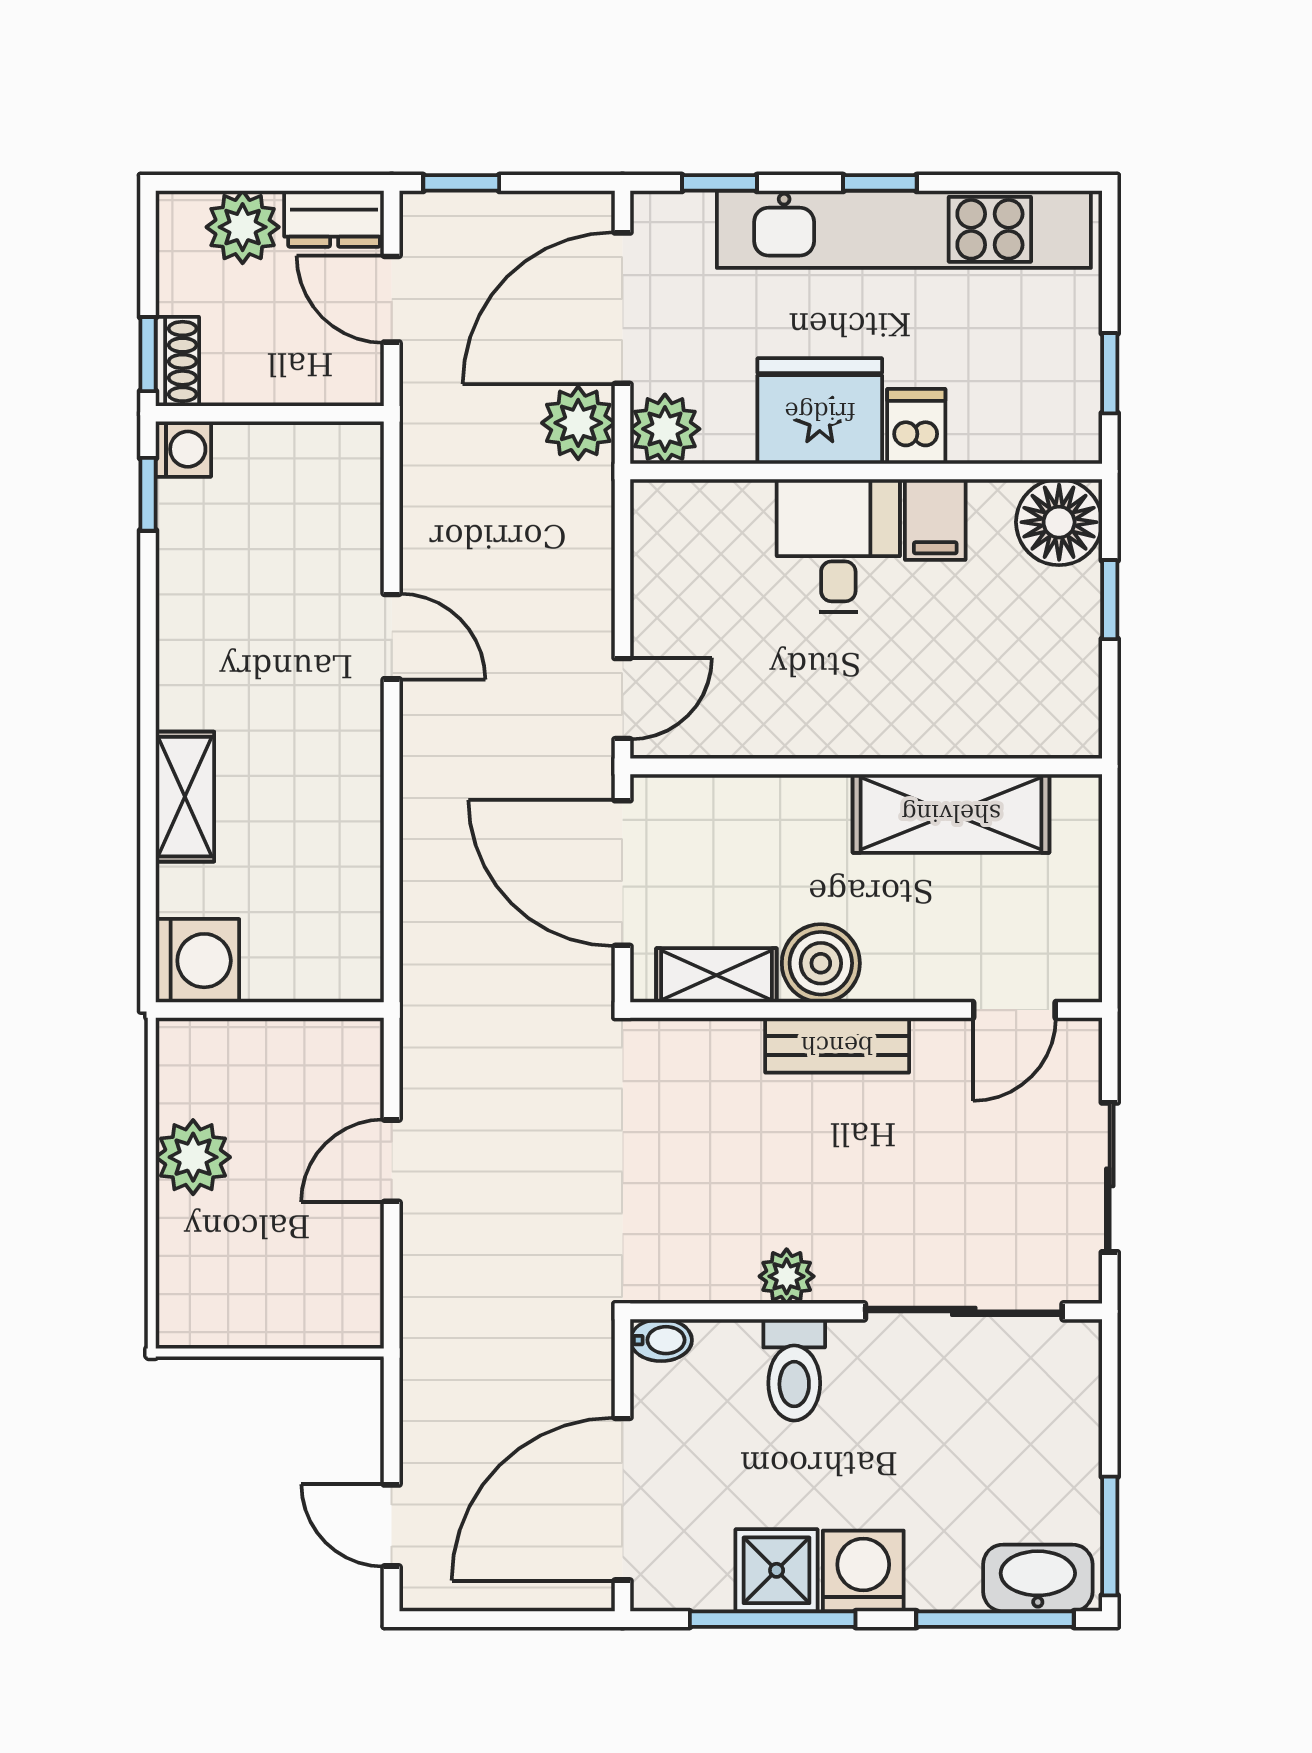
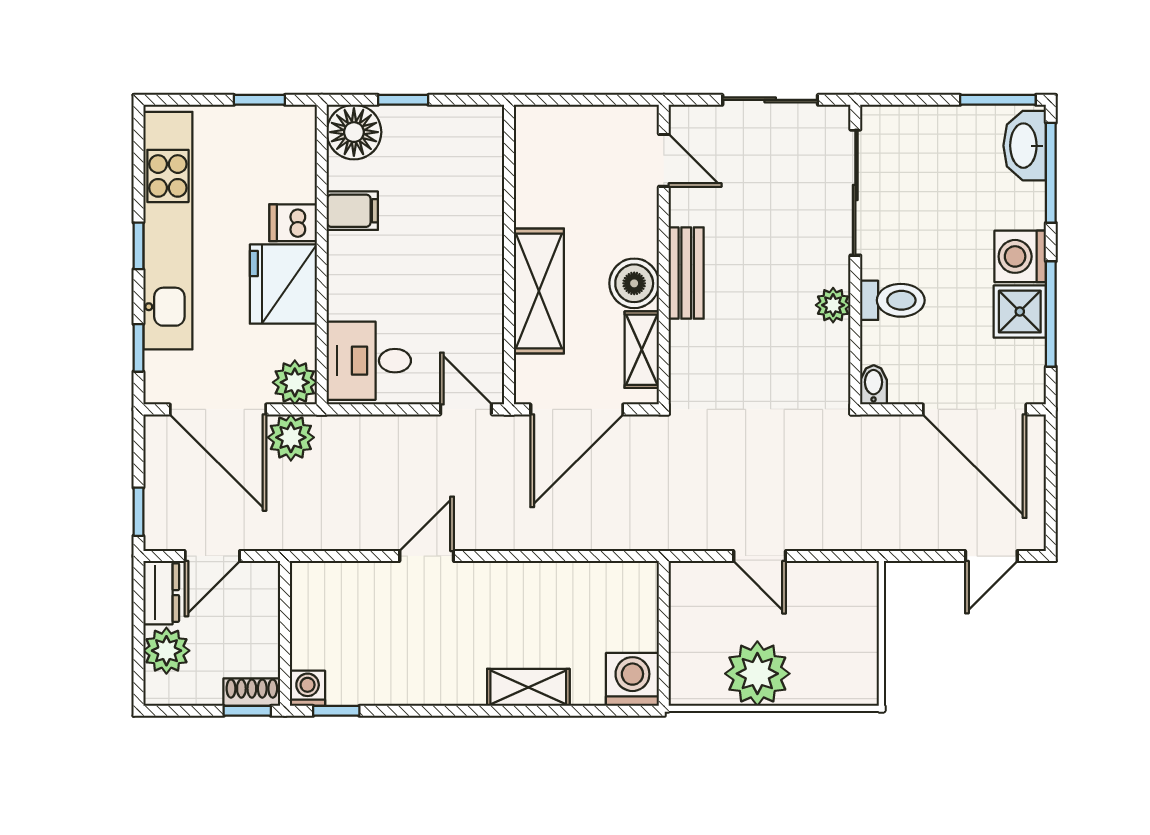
desk: (838, 546) -> (369, 361), moved
shelving: (951, 813) -> (539, 291), moved
plant: (193, 1157) -> (757, 674), width x1.36, depth x1.36

